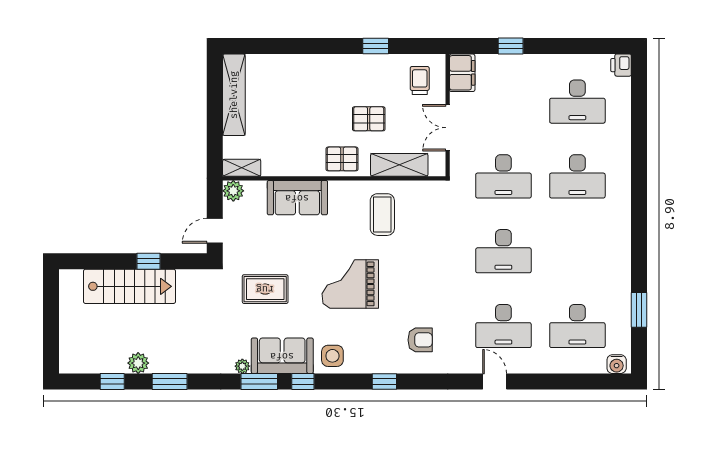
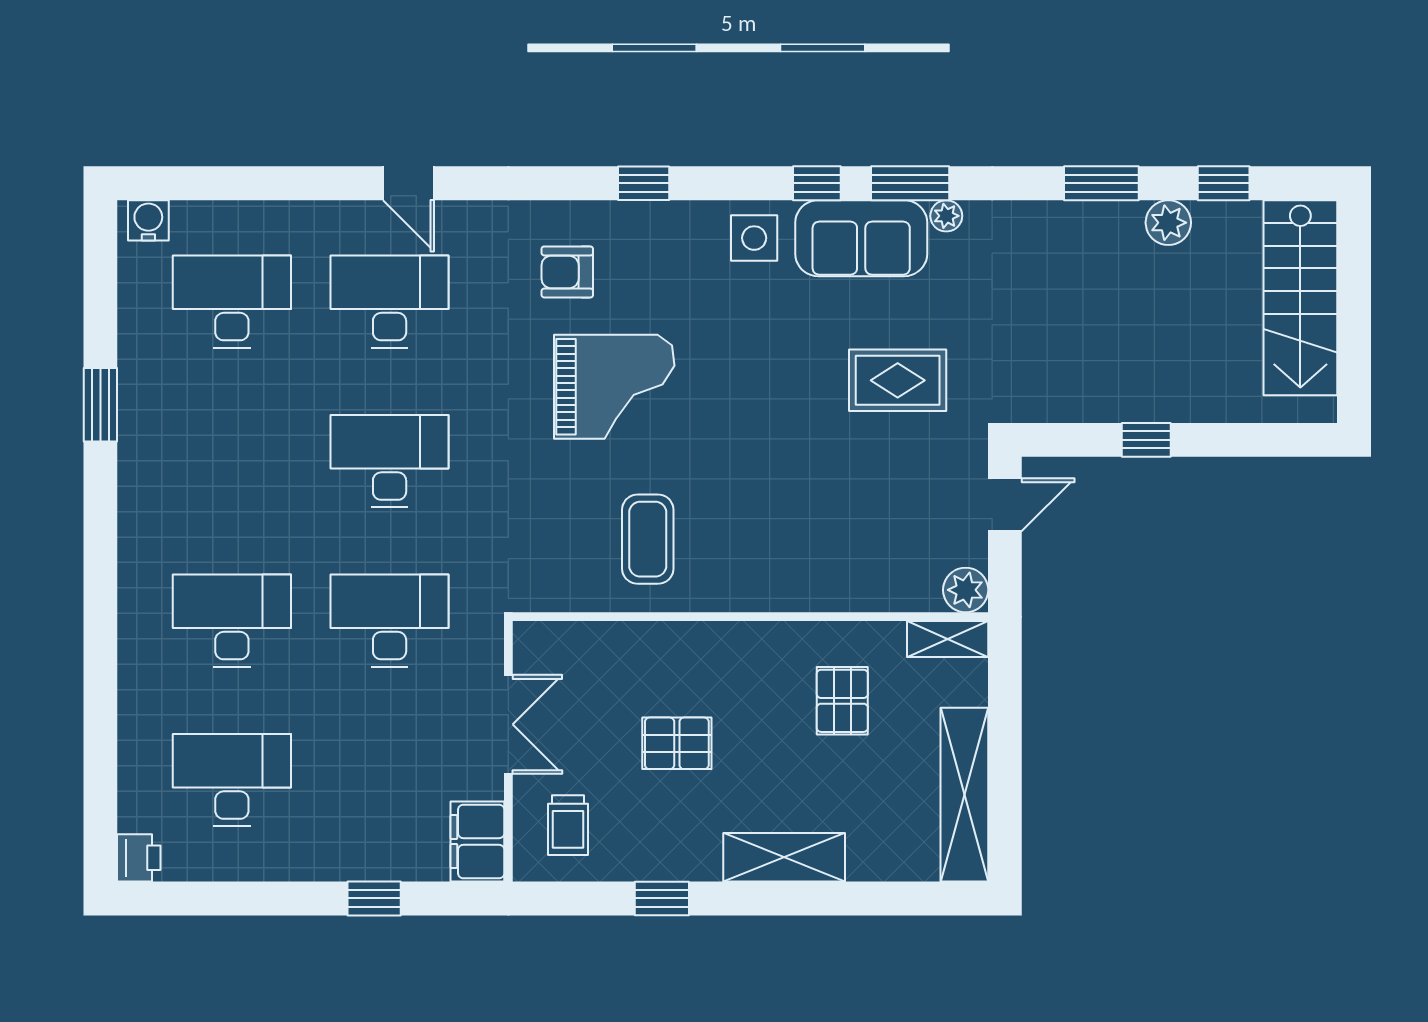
pallet: (342, 159) -> (842, 701), moved, turned 90
shelving: (399, 165) -> (784, 857), moved
sofa: (297, 198) -> (829, 575), removed
grand piano: (350, 284) -> (614, 387), moved
stairs: (129, 286) -> (1300, 298), moved, turned -90
window: (639, 310) -> (100, 405), moved

